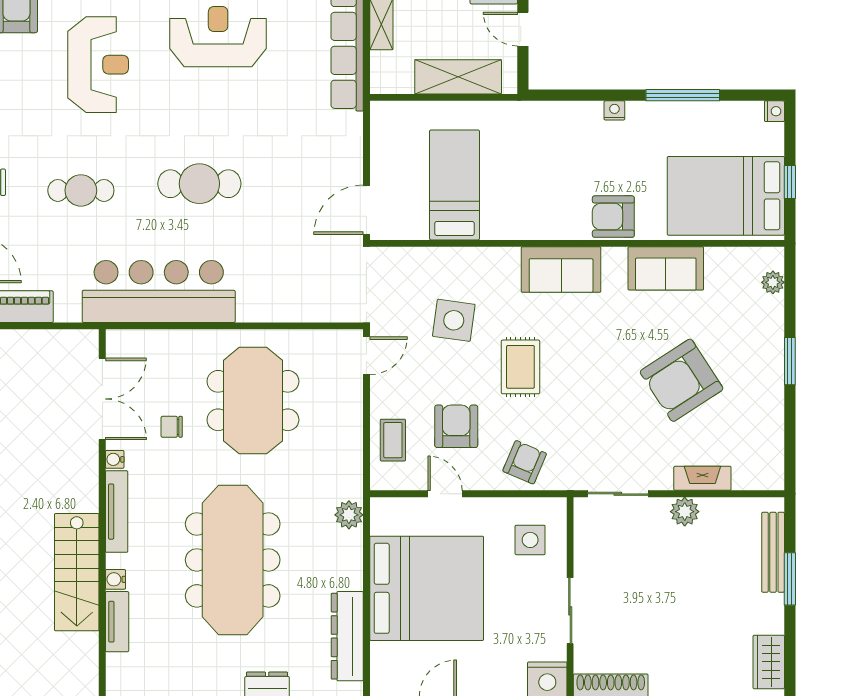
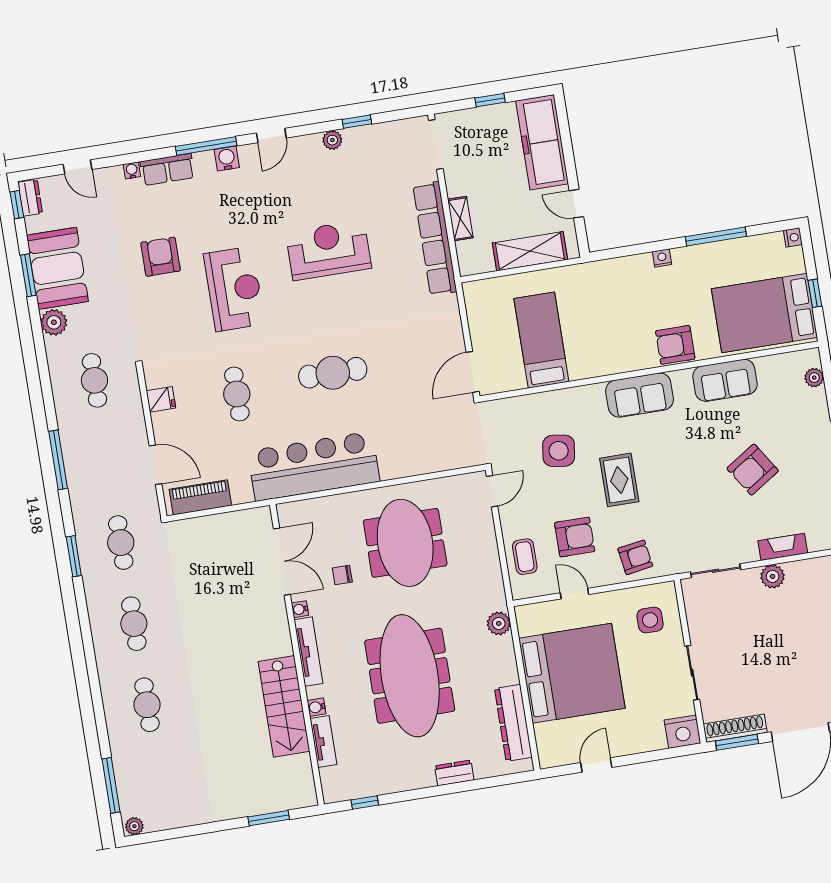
cafe table: (81, 190) -> (237, 394), turned 90
armchair: (682, 380) -> (753, 470), width x0.73, depth x0.73
armchair: (456, 426) -> (575, 537), turned 90
armchair: (525, 462) -> (635, 557), turned 58

